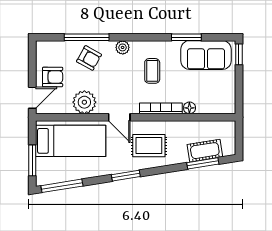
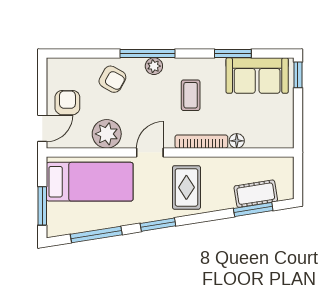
window: (87, 37) -> (148, 53), moved
armchair: (53, 77) -> (67, 103), turned -90
door: (119, 117) -> (150, 152), swing flipped
rug: (149, 146) -> (186, 187), turned 90
window: (62, 186) -> (96, 234), moved

